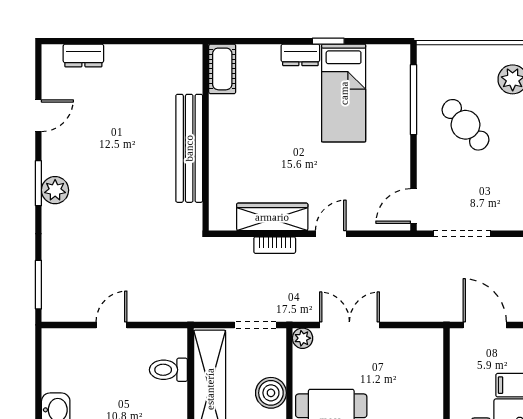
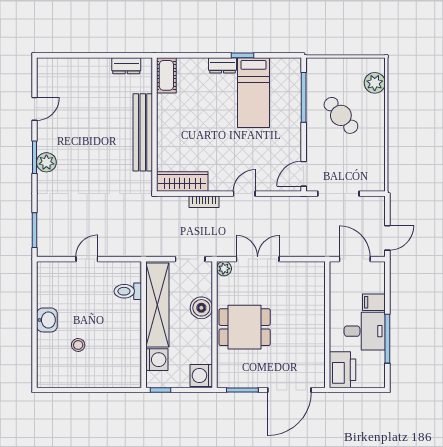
dresser: (83, 55) -> (126, 66), moved
wardrobe: (272, 217) -> (182, 182), moved

